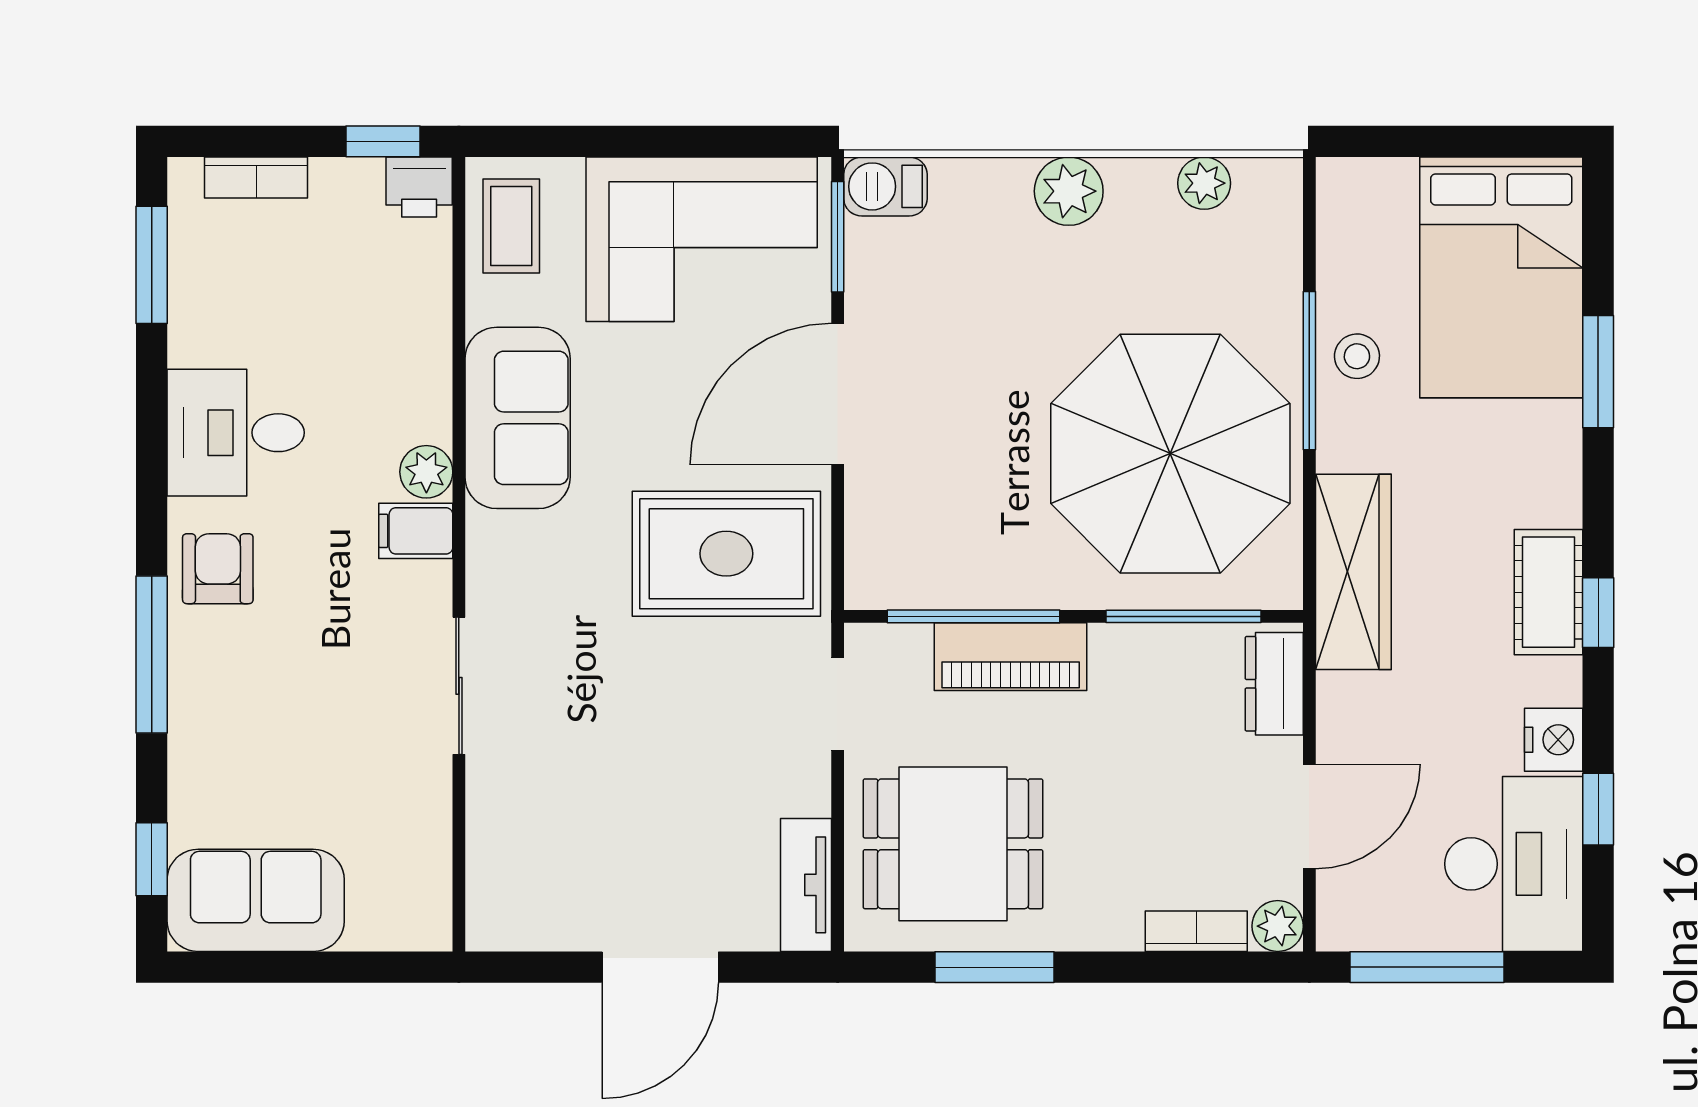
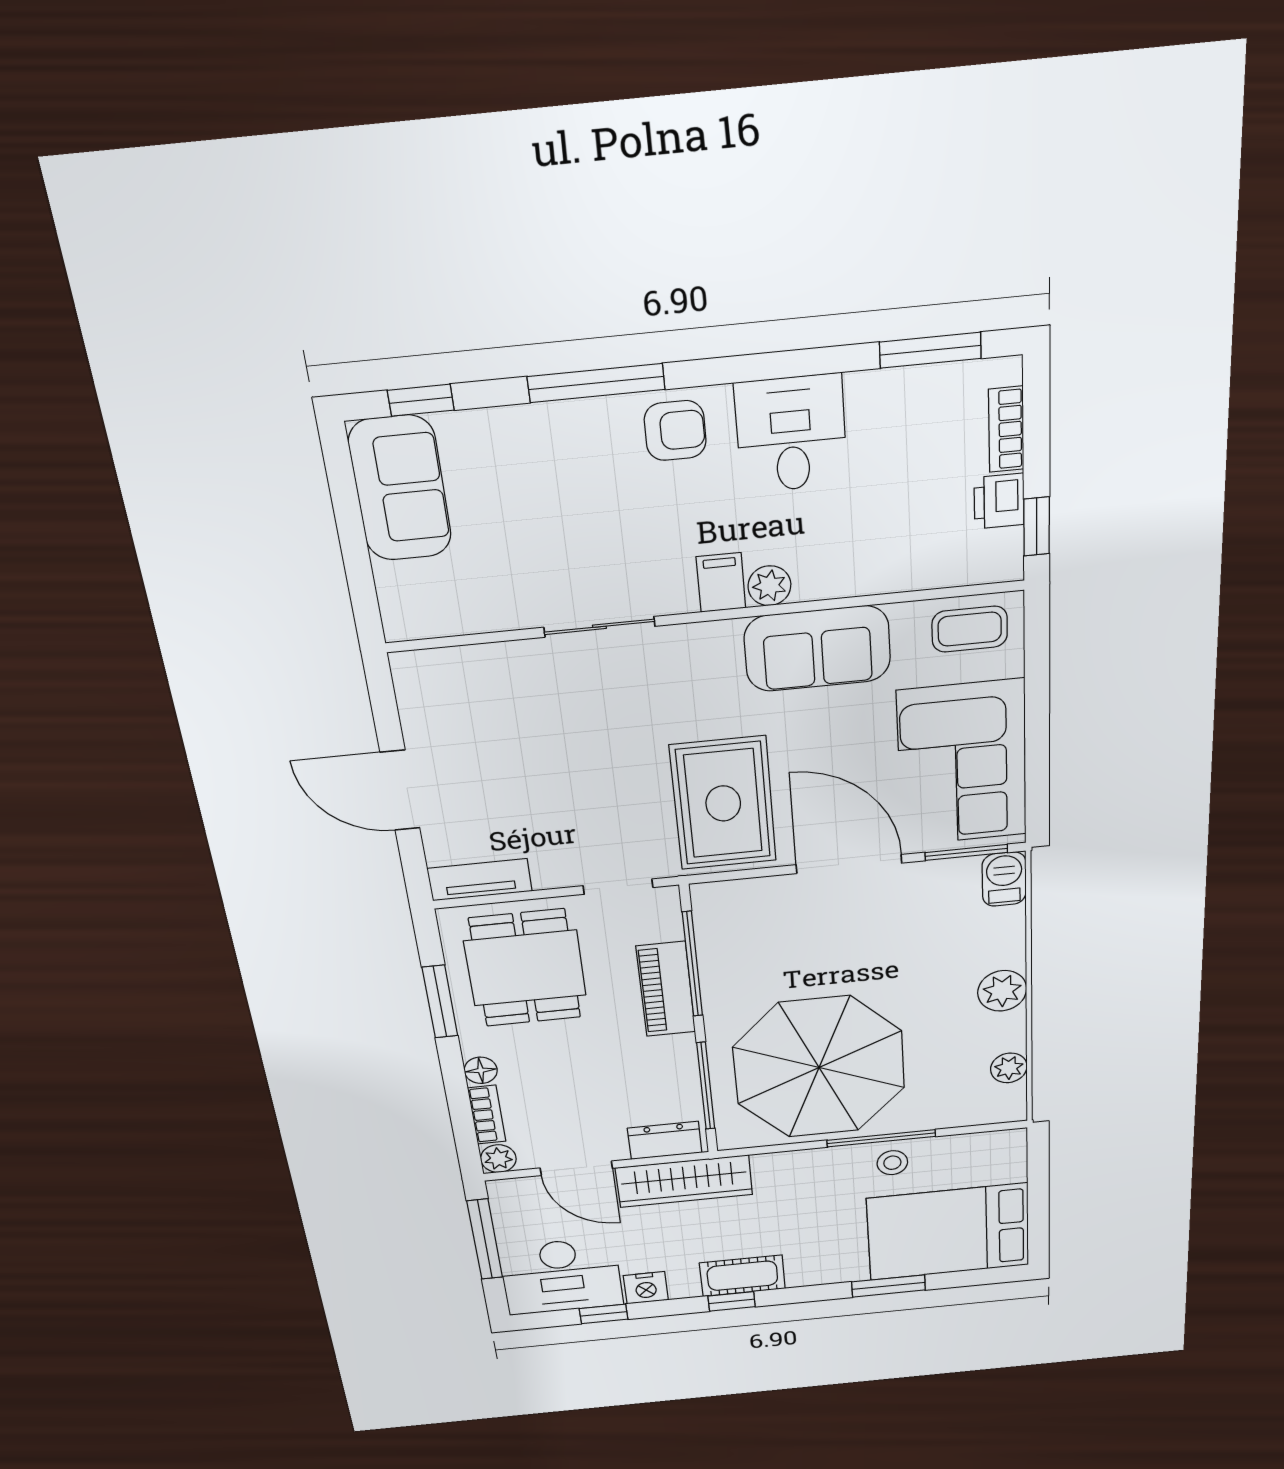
printer: (419, 187) -> (999, 501), moved
wardrobe: (1353, 572) -> (684, 1181), moved
floor lamp: (1117, 929) -> (481, 1070), added

